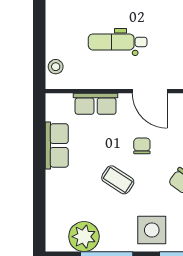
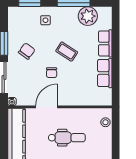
door: (150, 91) -> (47, 107), hinge flipped
row of seats: (96, 104) -> (105, 43), moved, turned -90
side table: (152, 230) -> (45, 20), width x0.54, depth x0.54

